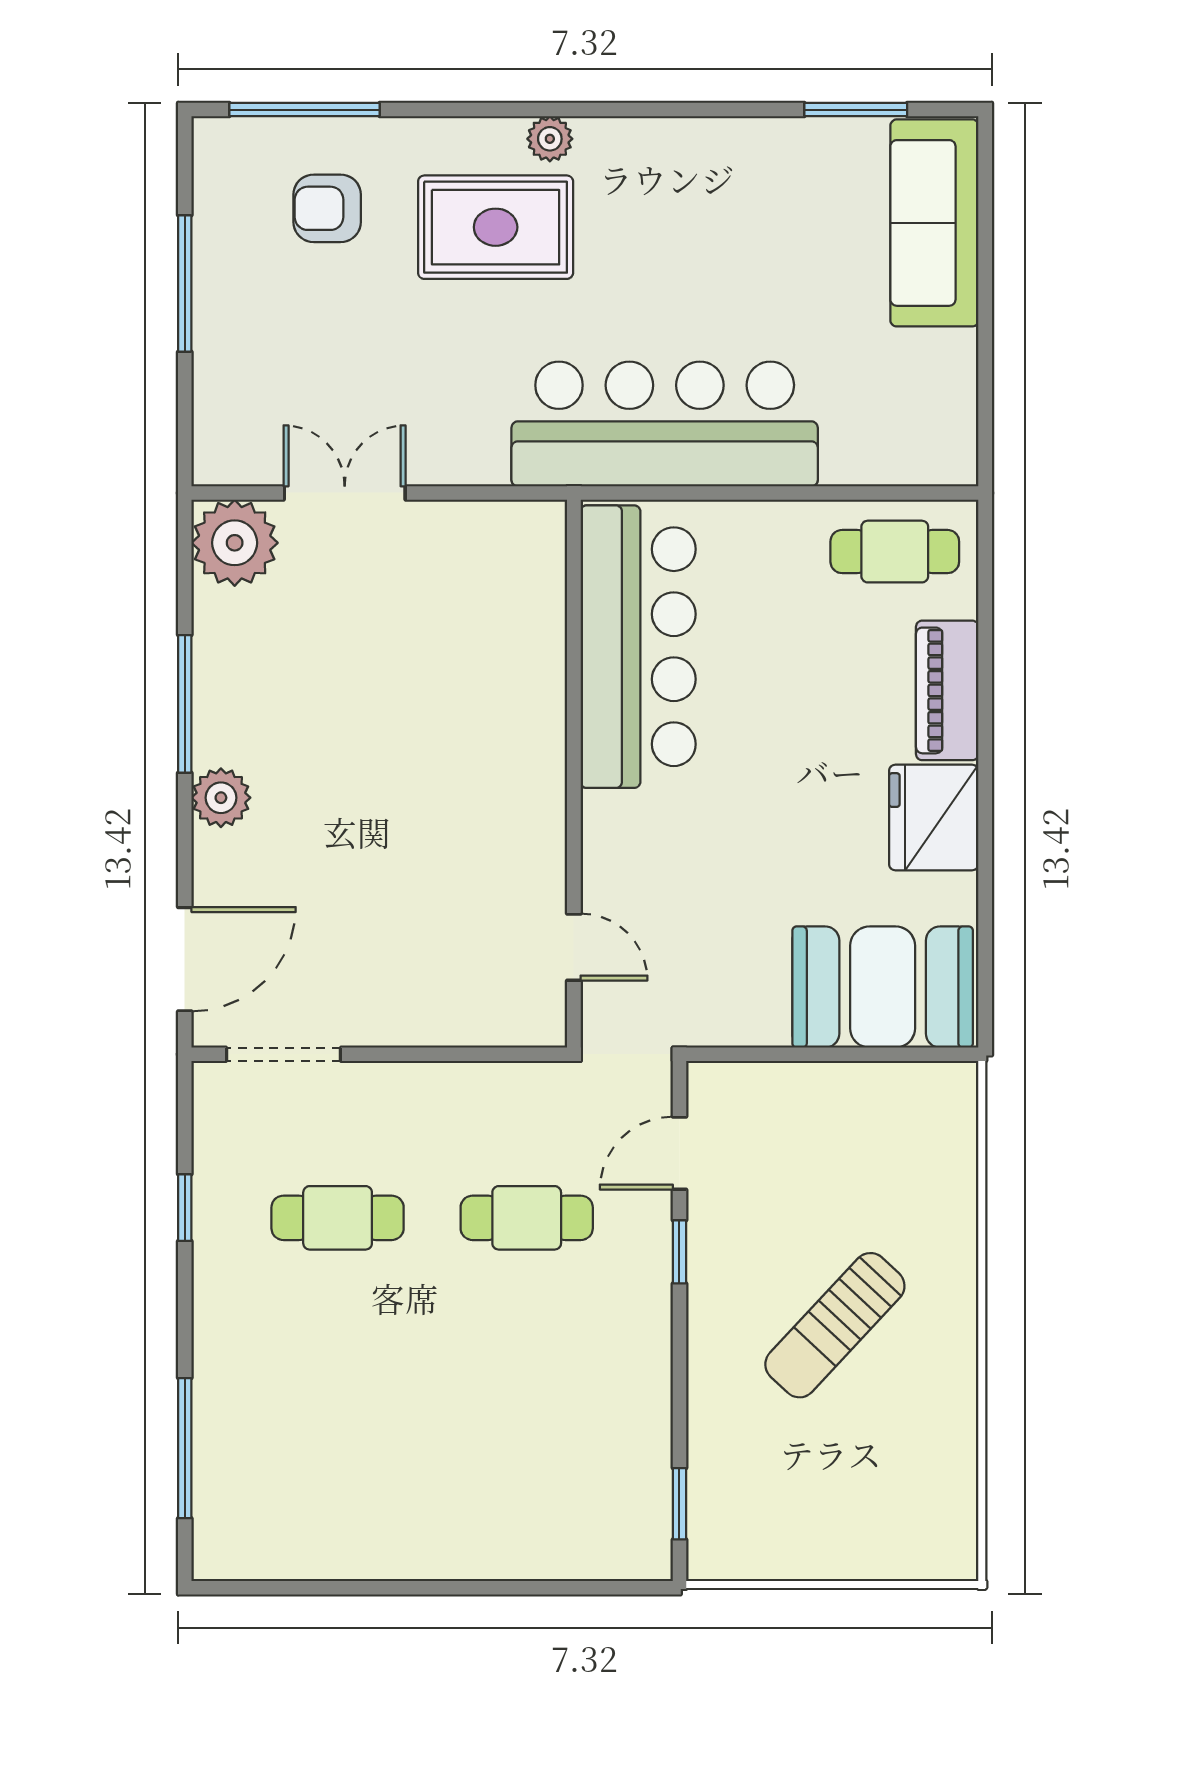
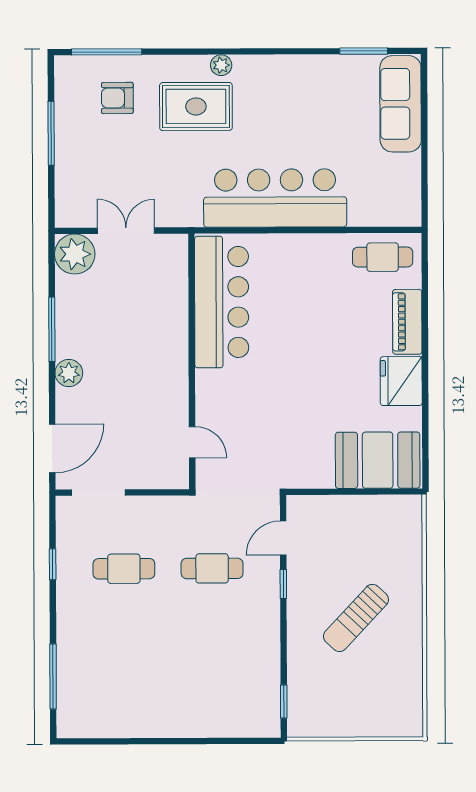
bar counter: (638, 647) -> (222, 302), moved
wall: (574, 774) -> (192, 361), moved
door: (574, 947) -> (192, 442), moved

